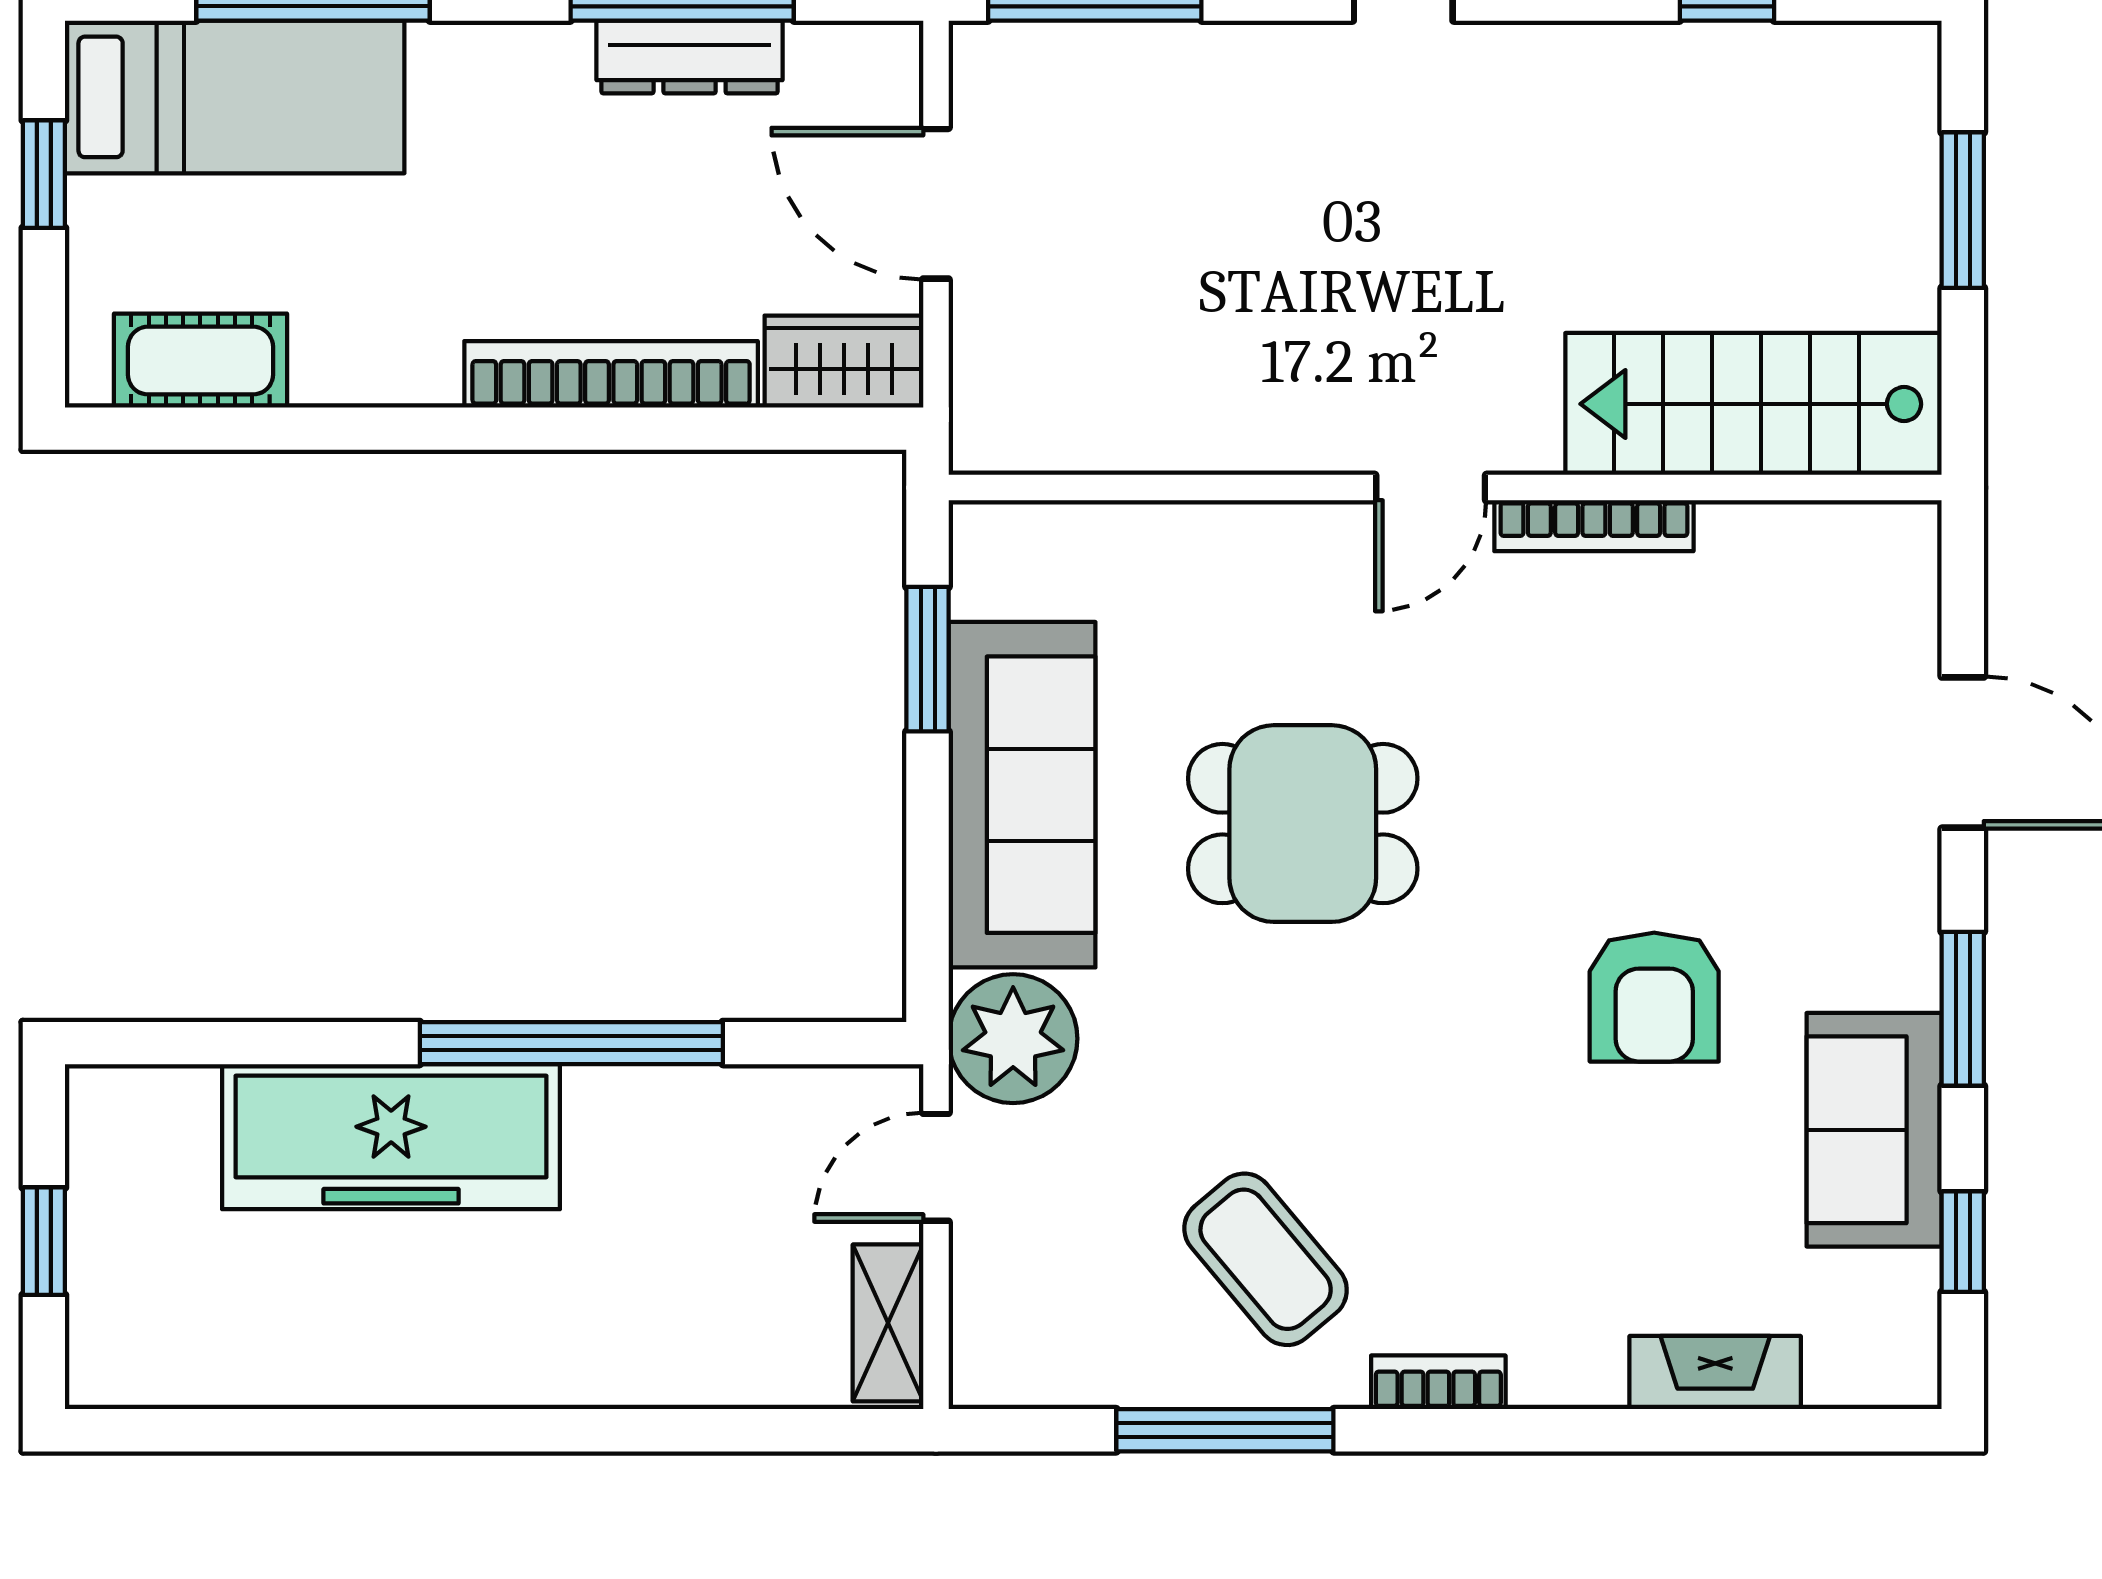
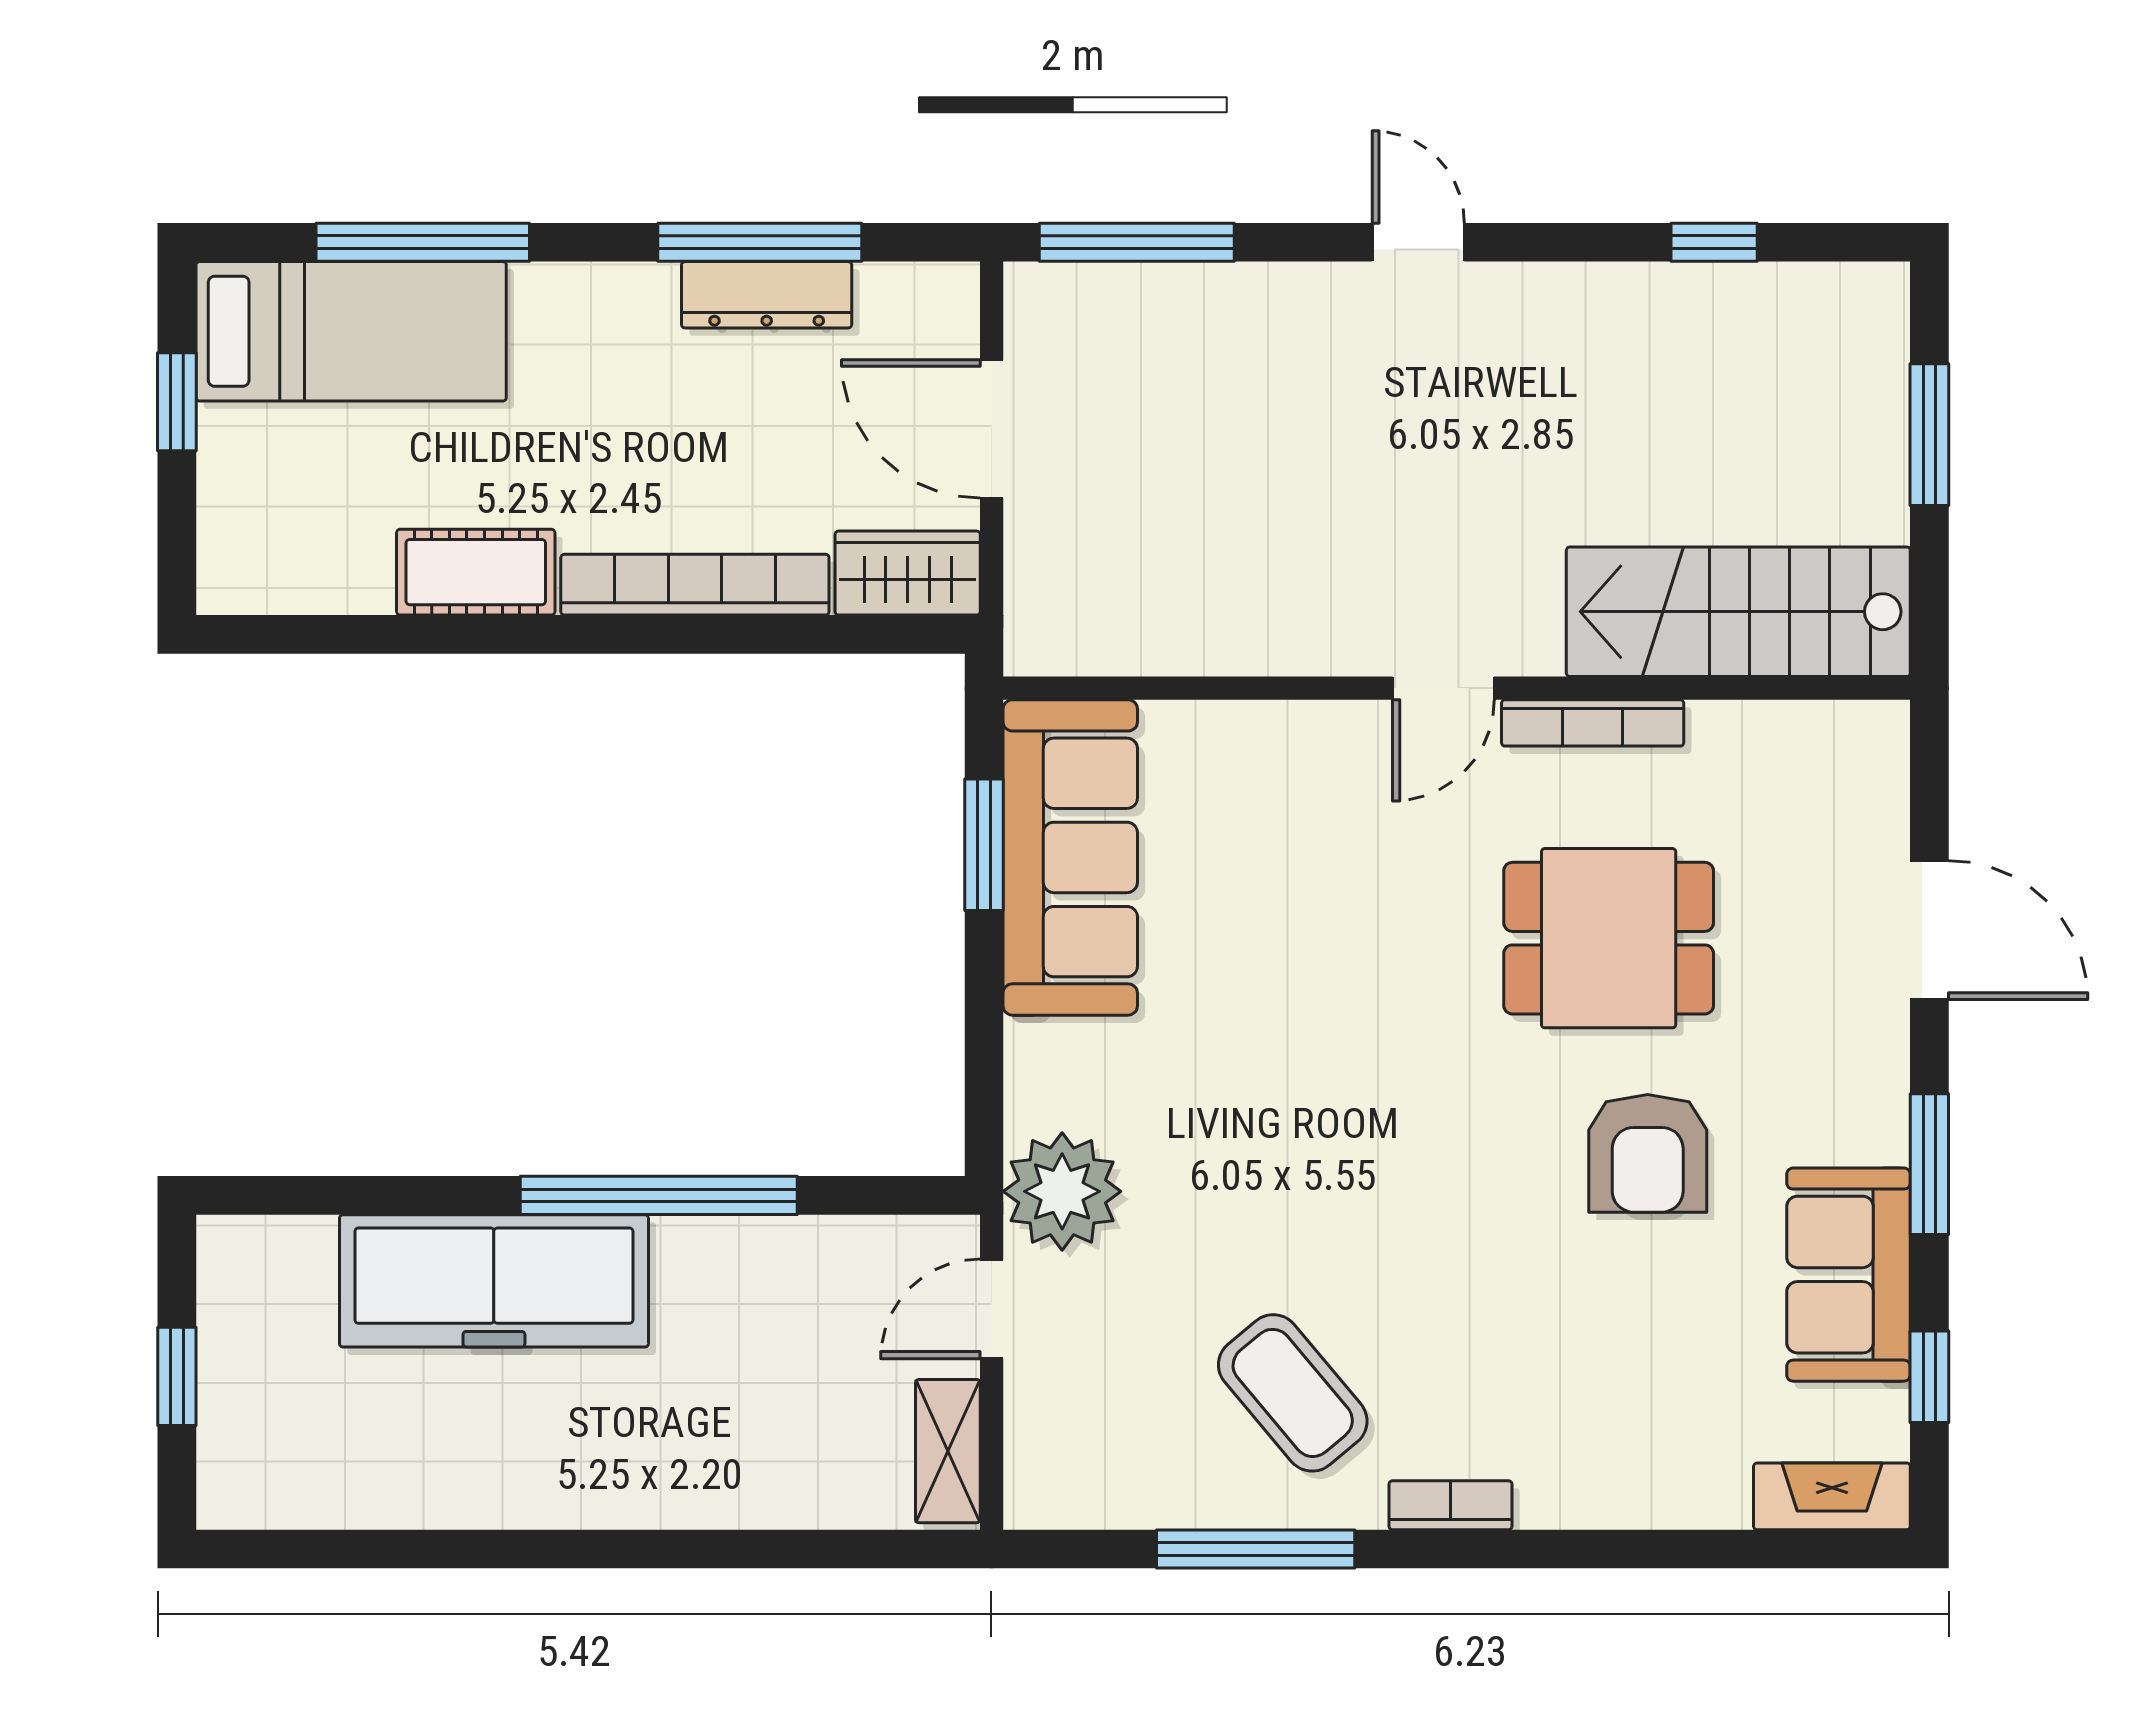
cot: (200, 361) -> (476, 572), moved
sofa: (1022, 795) -> (1070, 857), moved
dining table: (1303, 824) -> (1609, 938), moved
fireplace: (1715, 1373) -> (1832, 1496), moved

